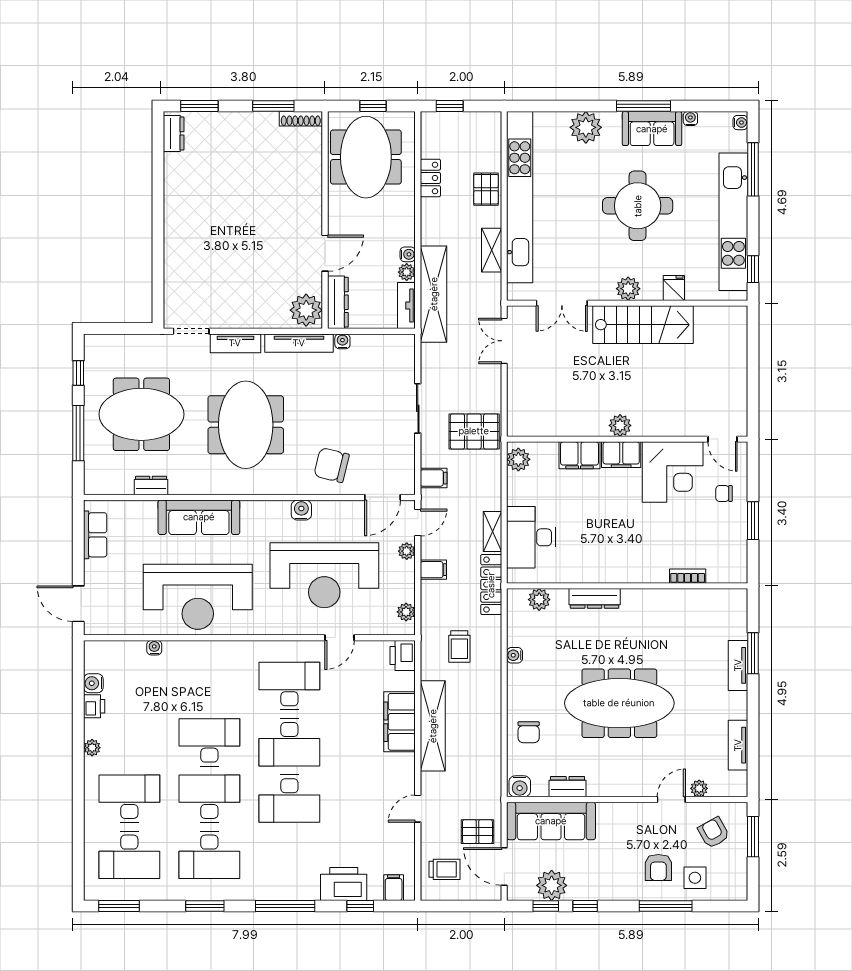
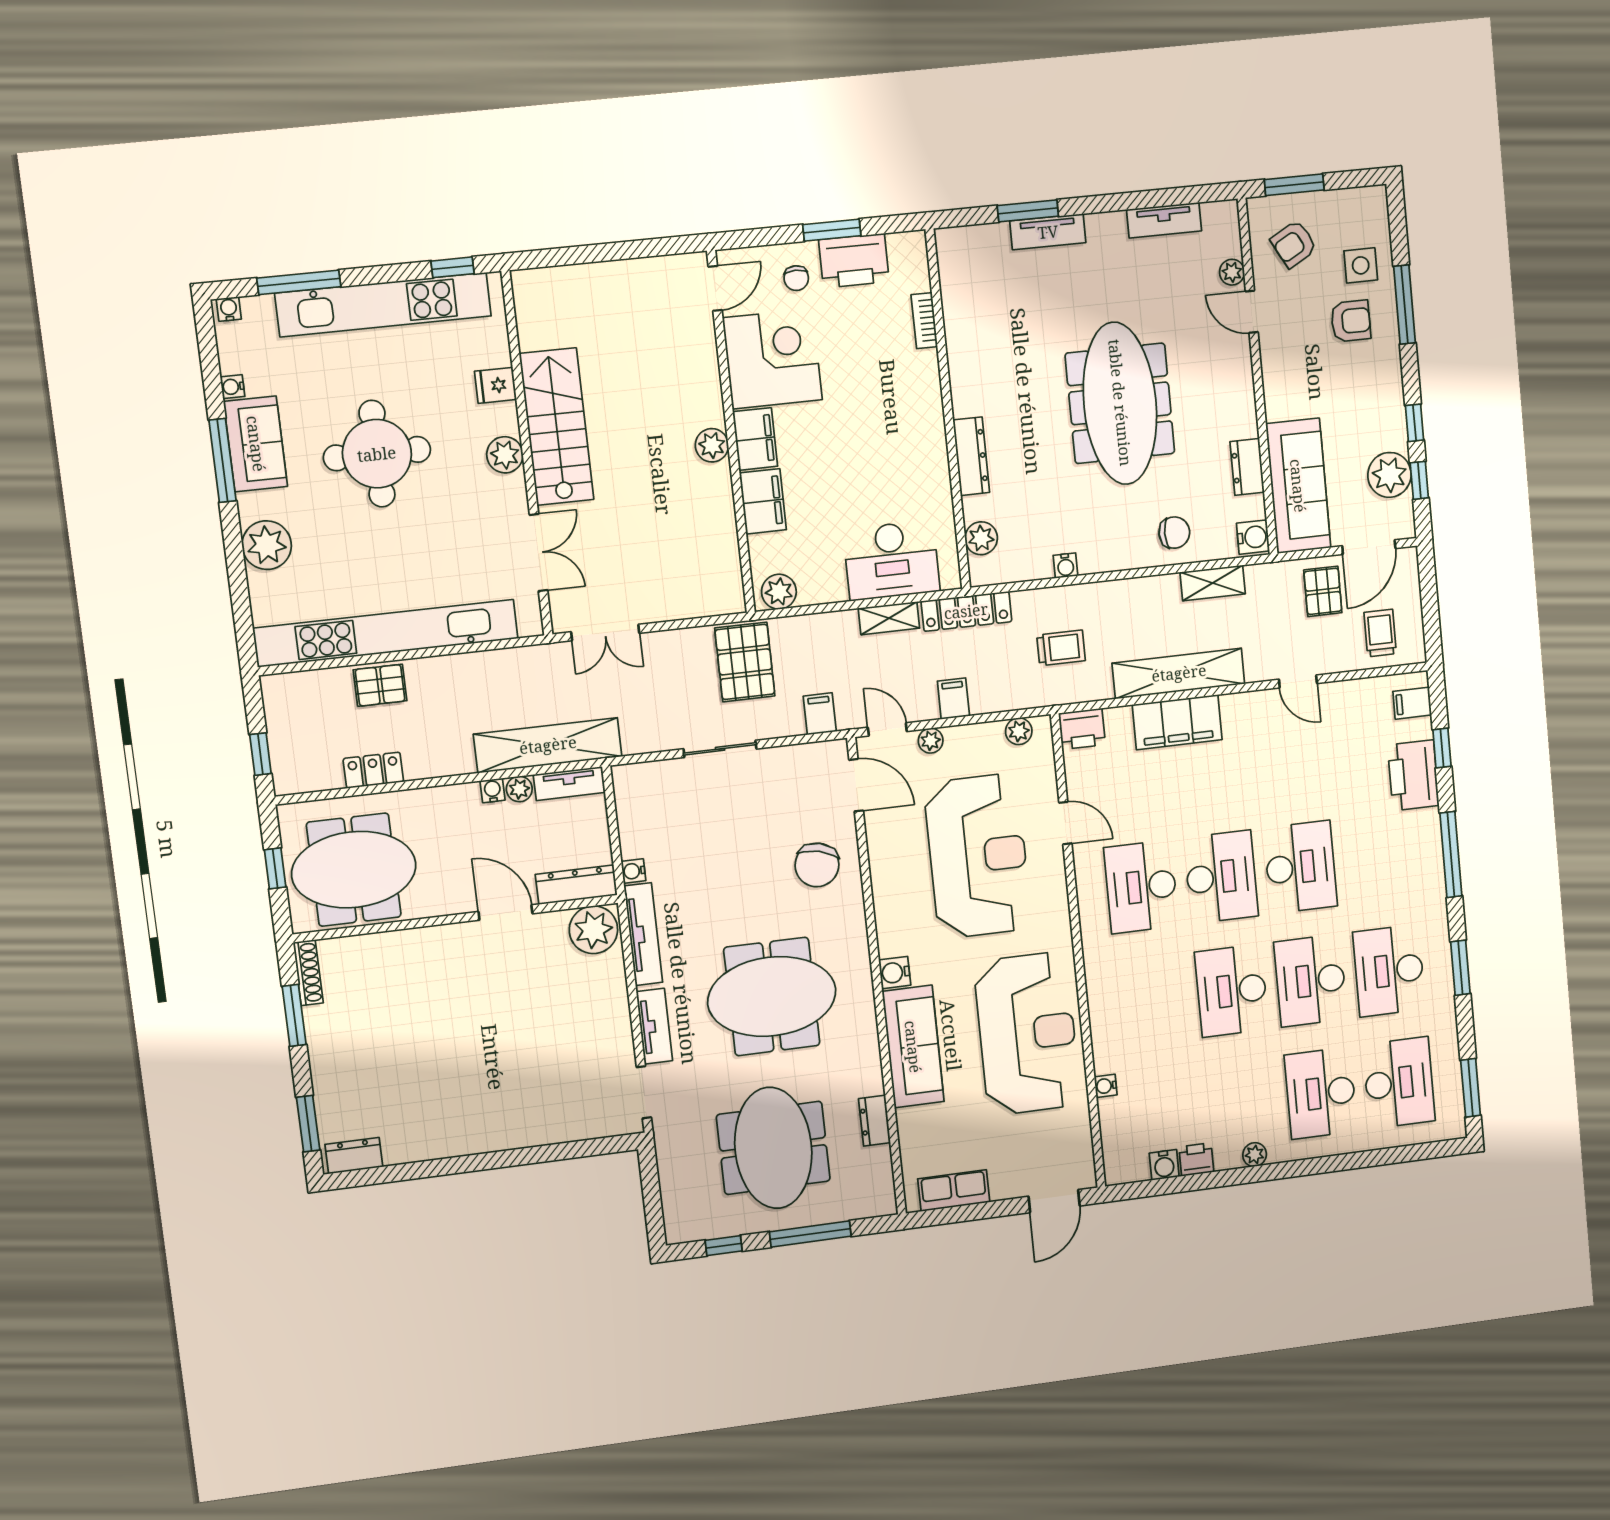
shelving: (492, 250) -> (1213, 583), moved
water cooler: (301, 510) -> (895, 973), moved
printer: (732, 533) -> (854, 261), added
desk: (209, 855) -> (1389, 971), turned 180

